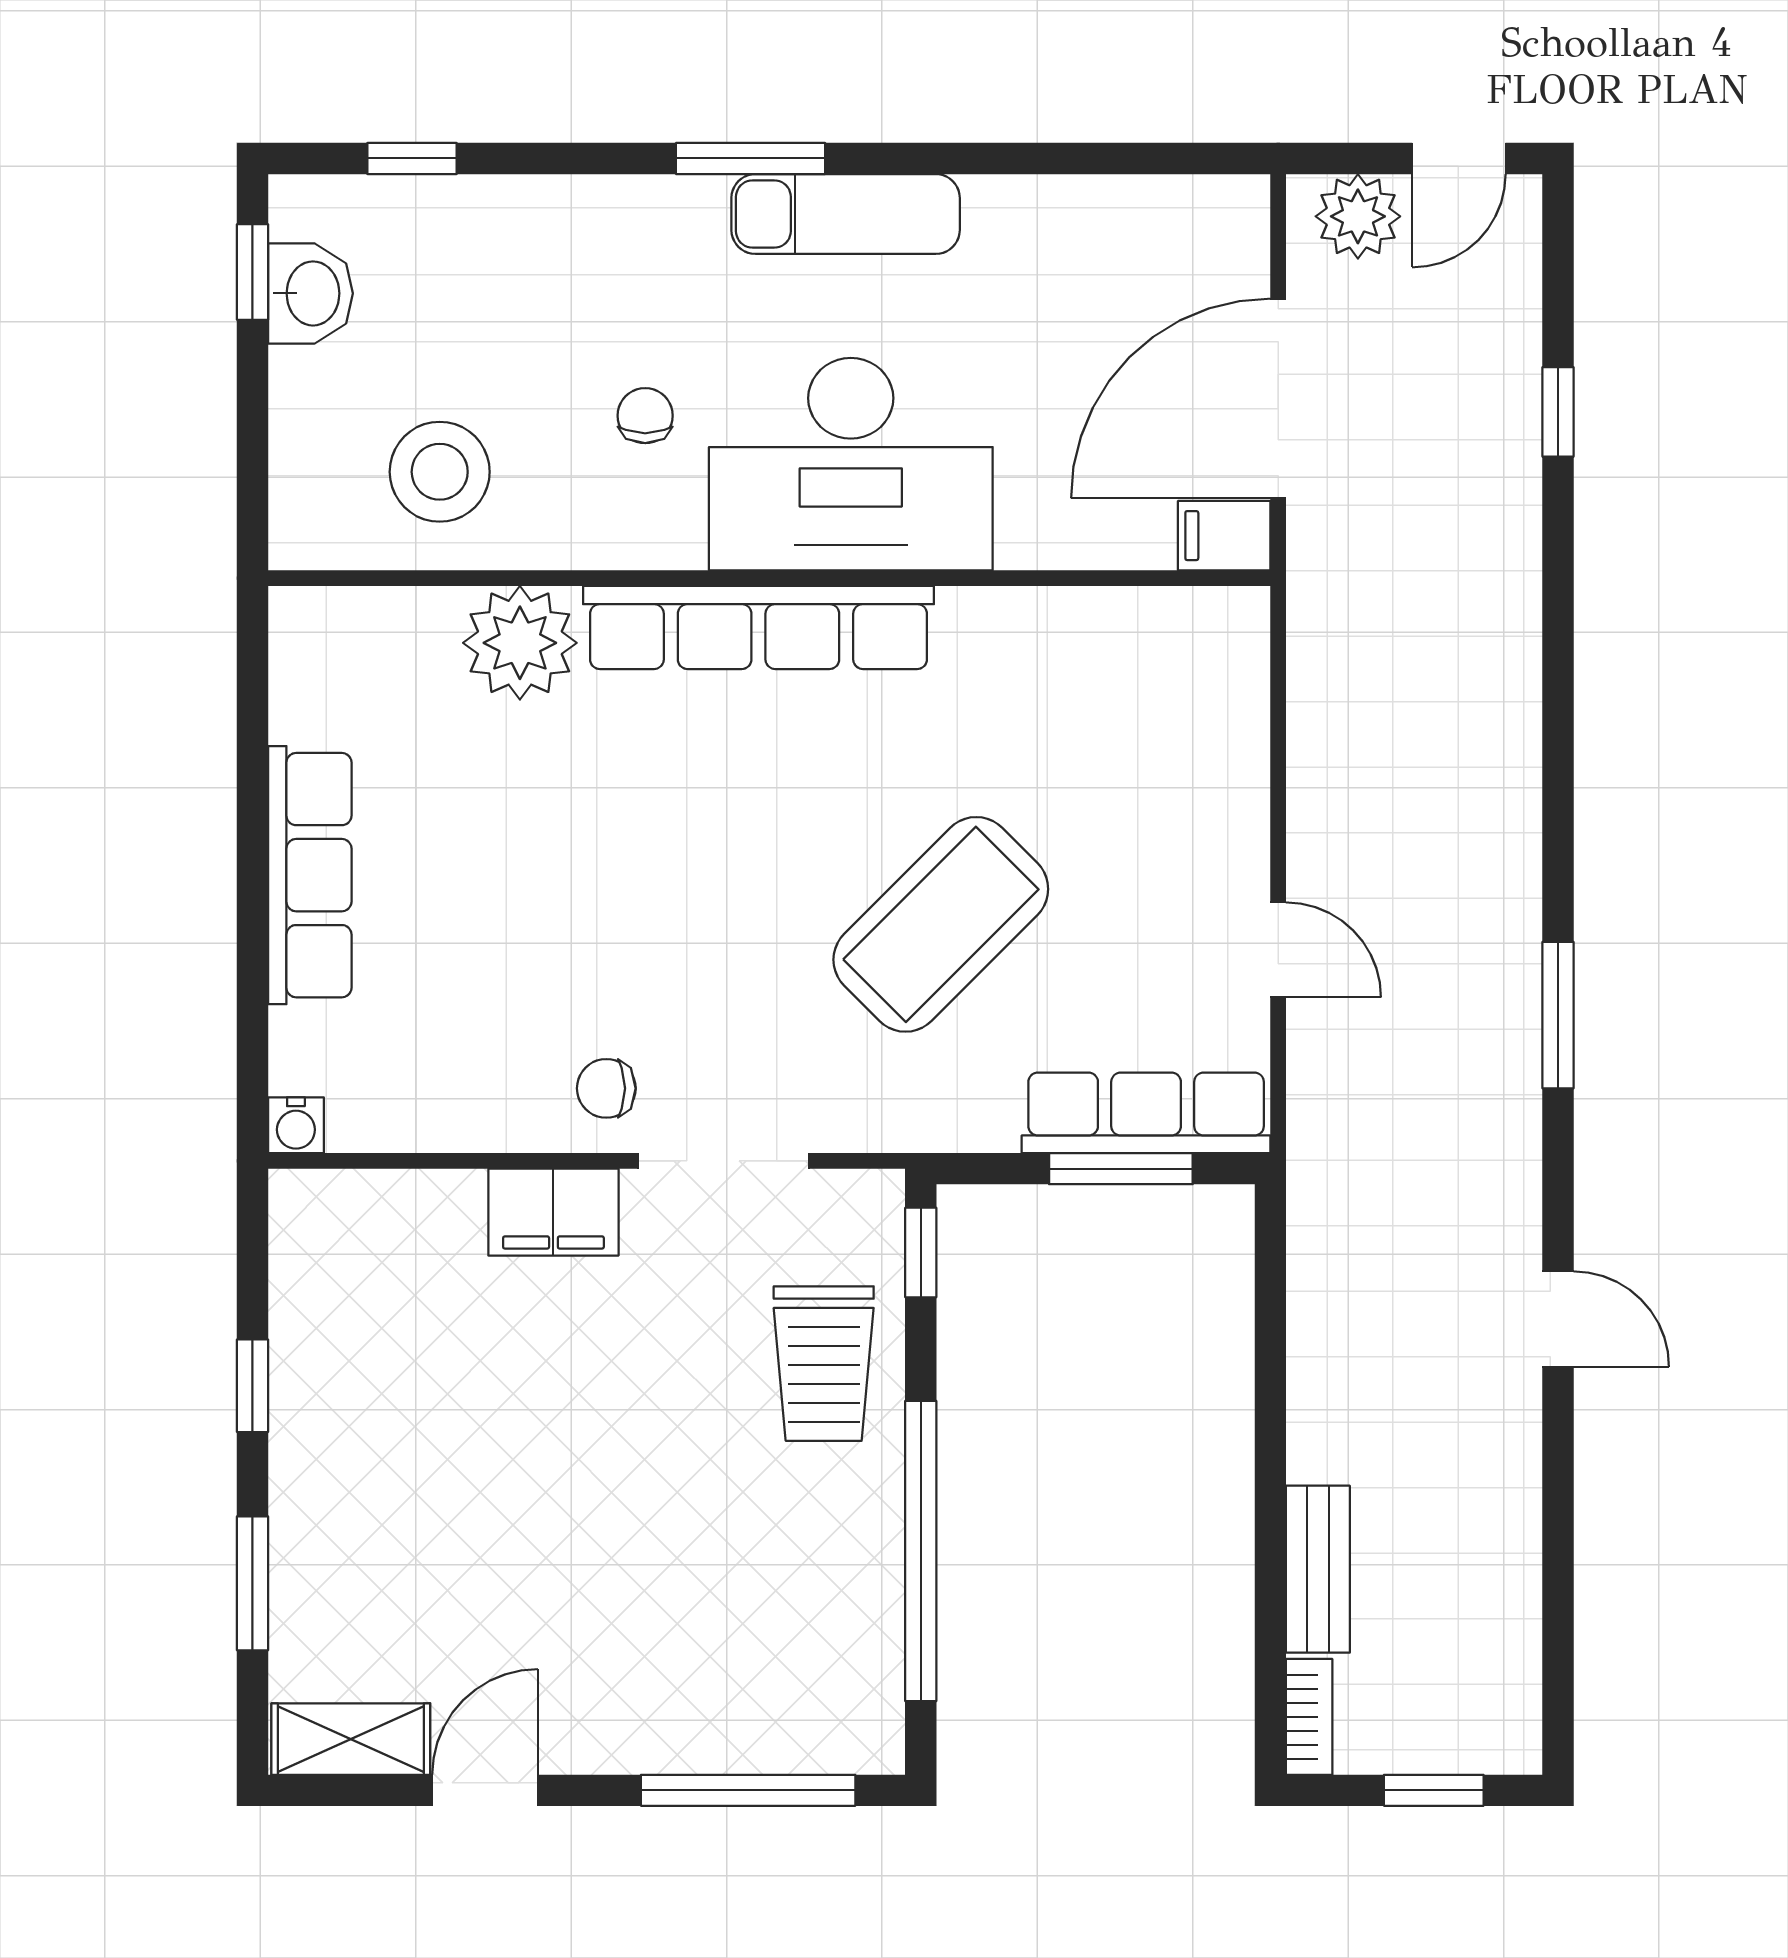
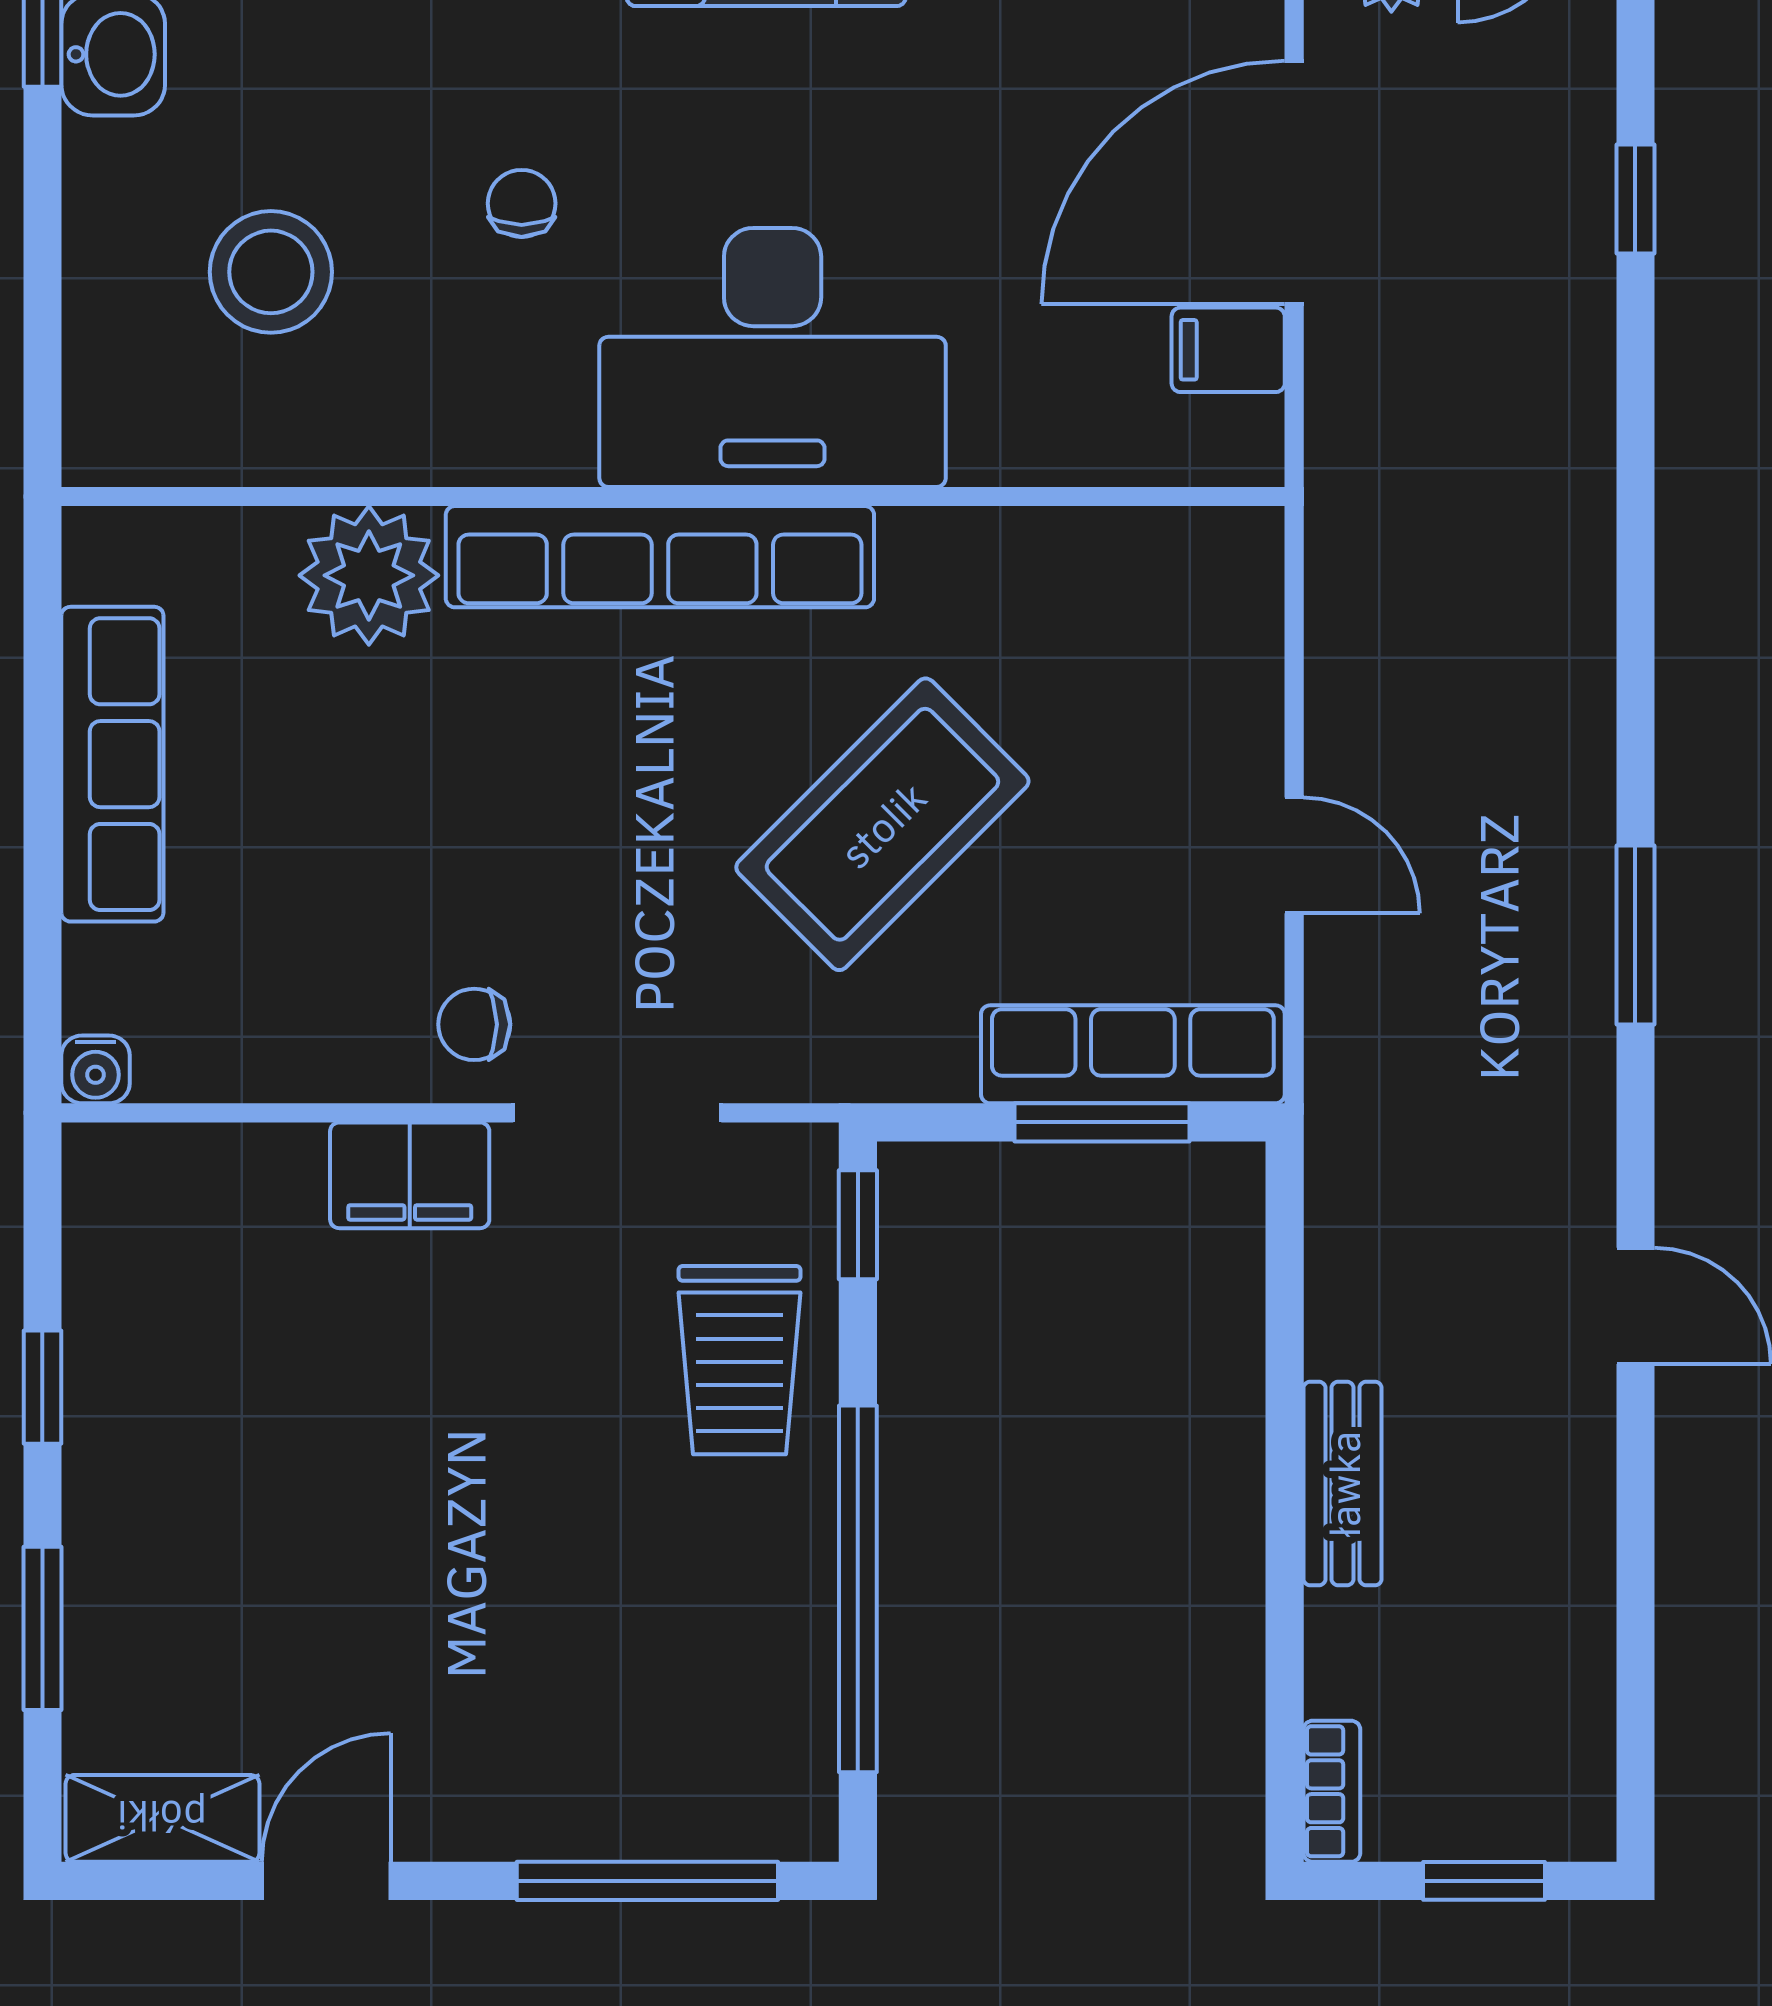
desk: (851, 464) -> (773, 357), moved
wall: (769, 578) -> (673, 497), moved
row of seats: (758, 627) -> (660, 557), moved
plant: (520, 643) -> (369, 575), moved
bench: (1318, 1569) -> (1343, 1484), moved

